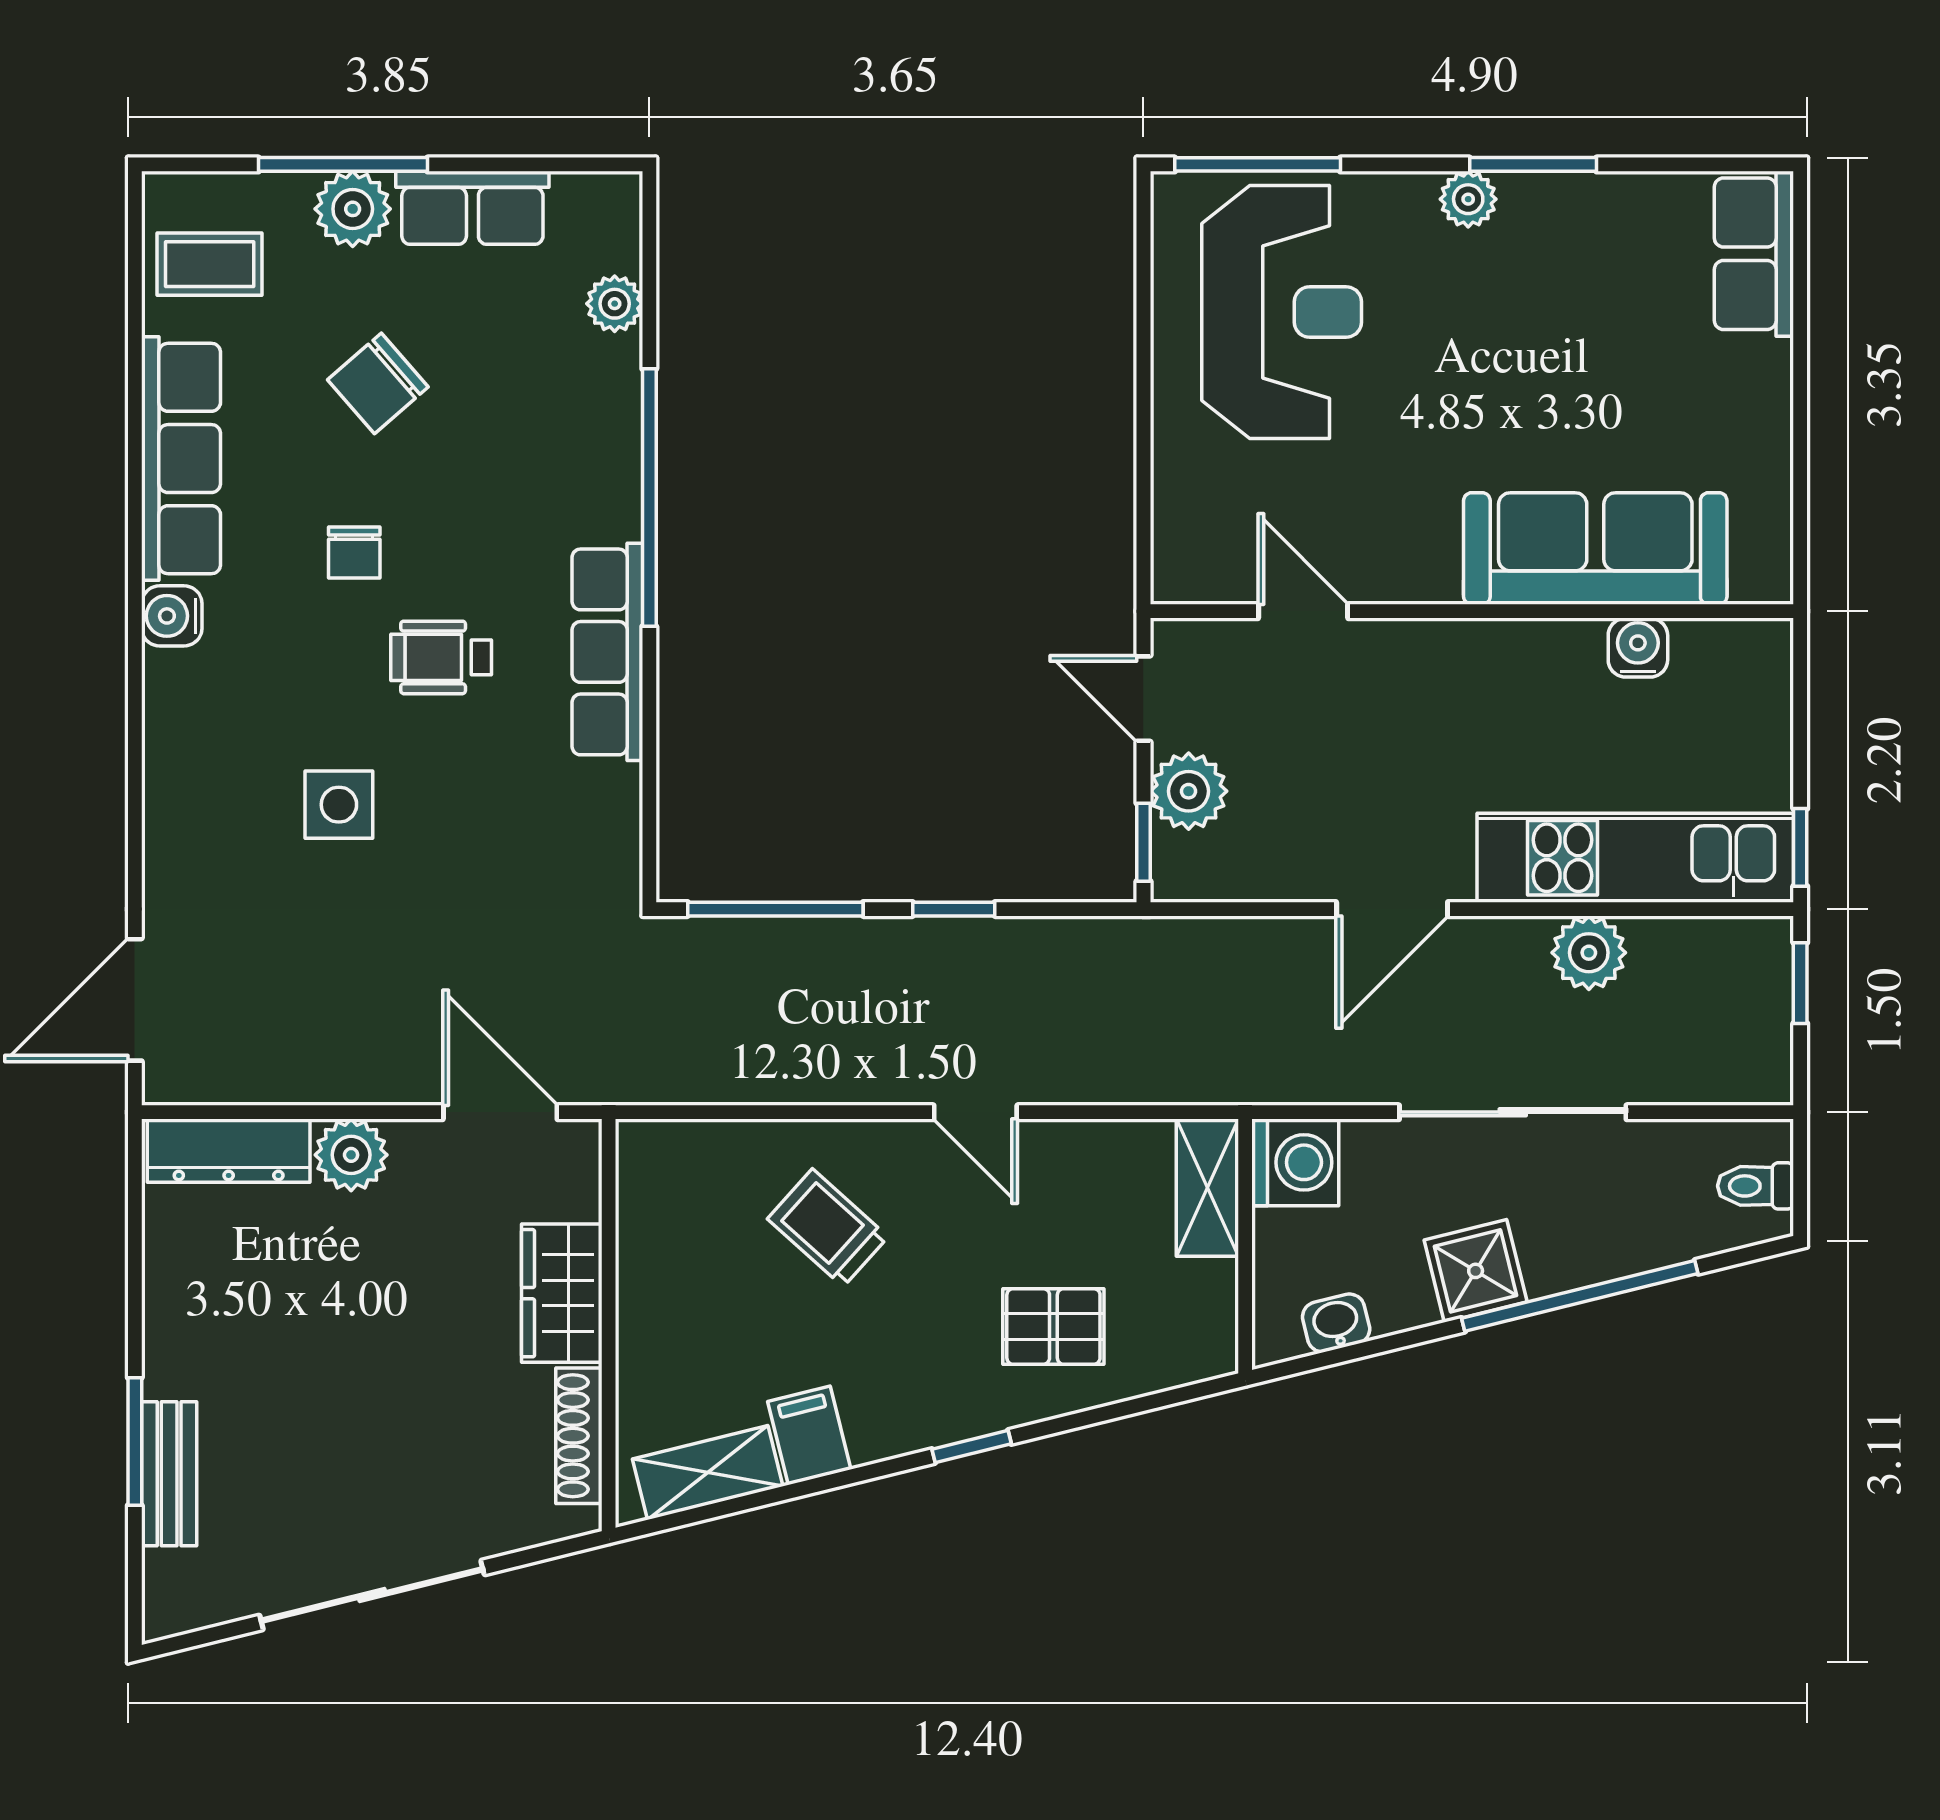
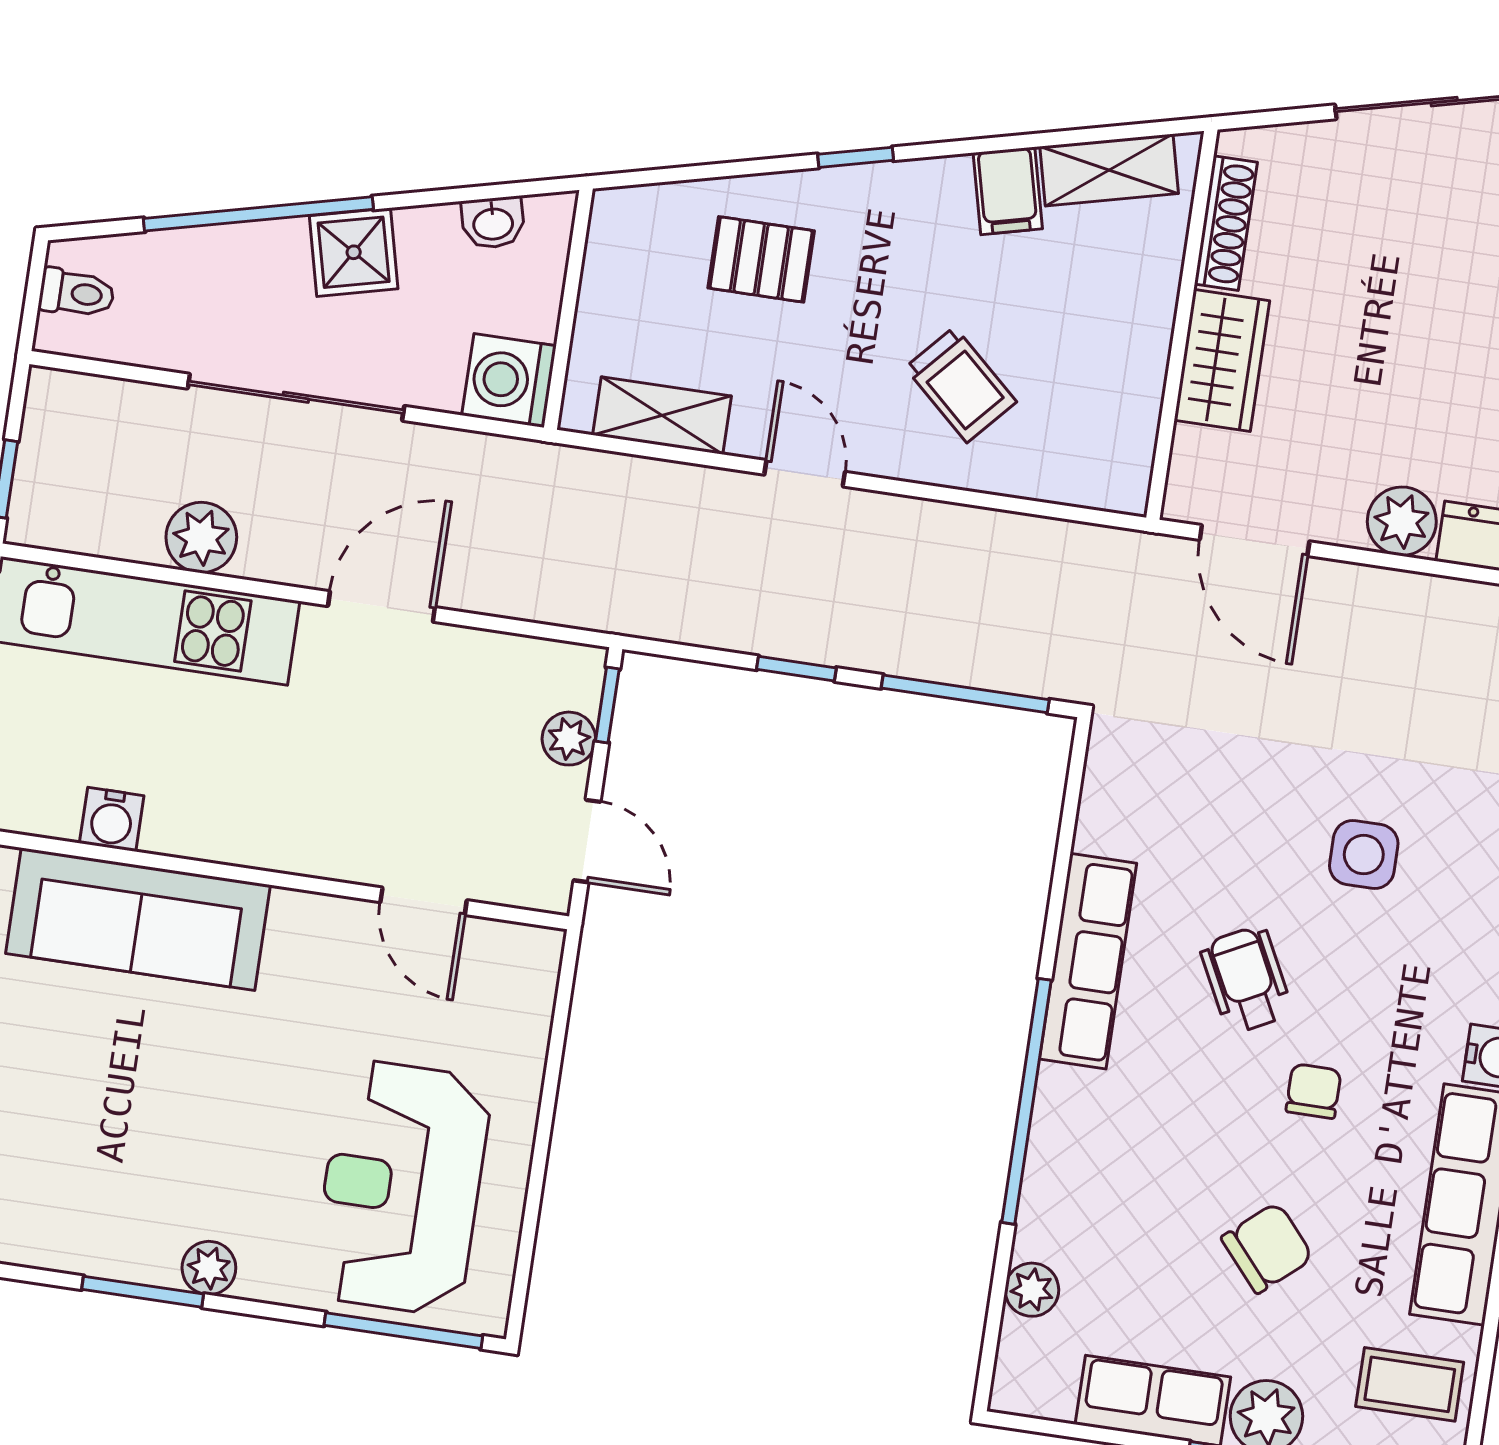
wheelchair: (441, 657) -> (1246, 979), turned -117
plant: (1189, 791) -> (569, 739), width x0.73, depth x0.73
shelving: (1207, 1188) -> (662, 416), moved, turned 90

